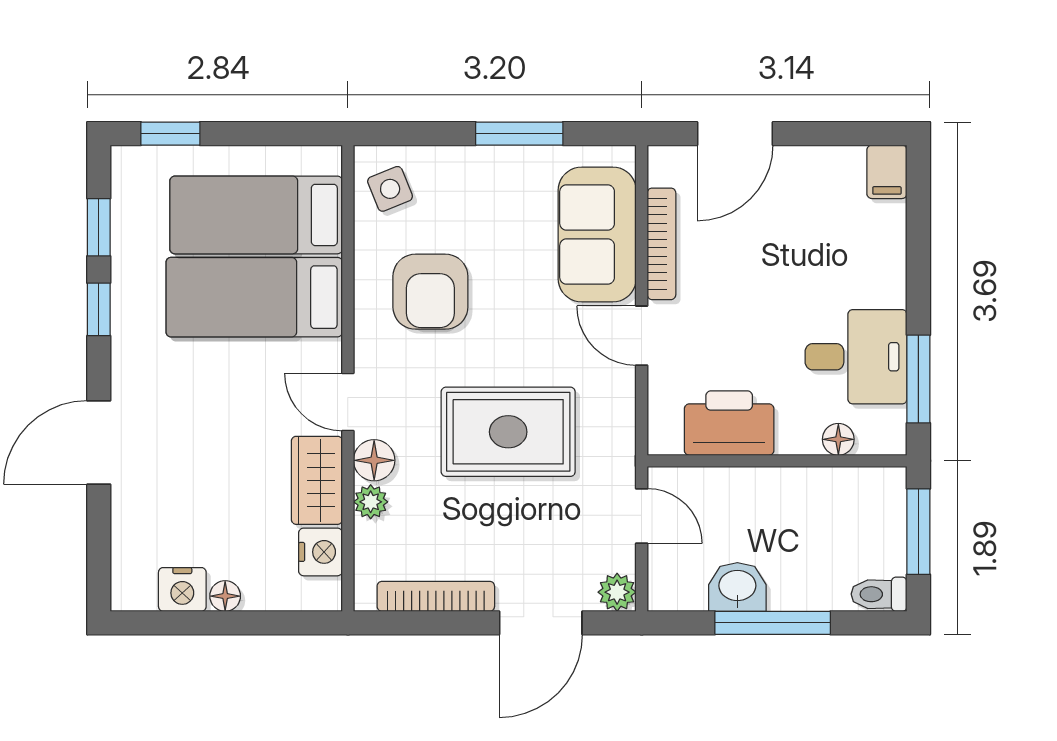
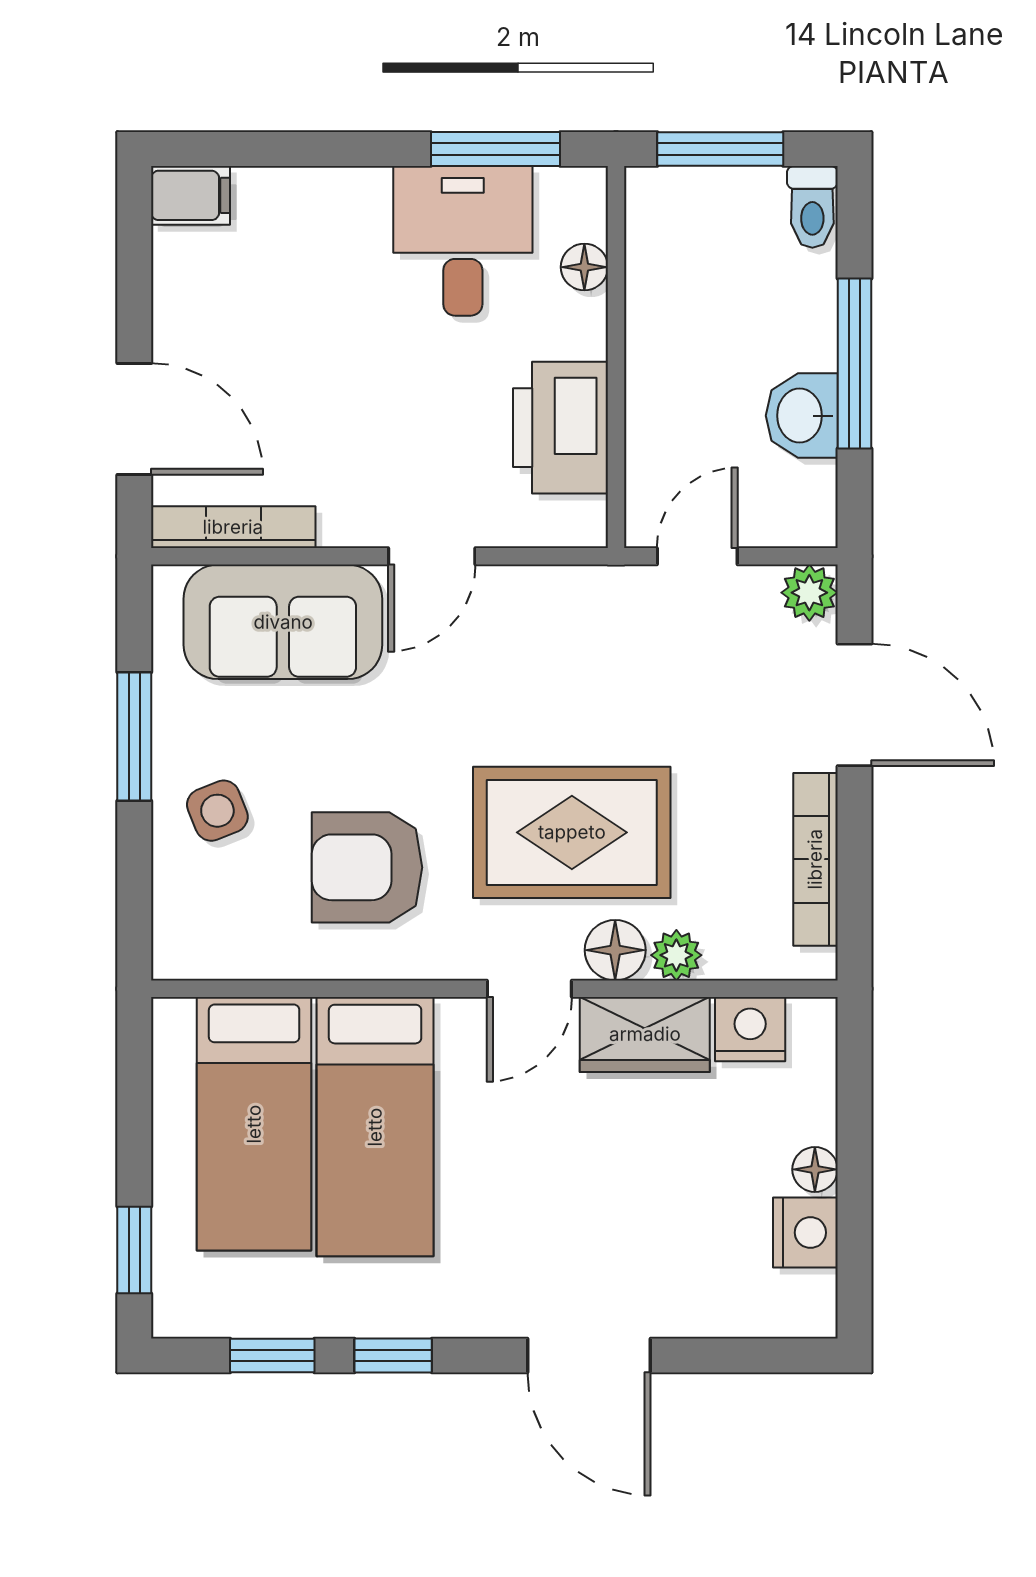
side table: (390, 189) -> (217, 811), moved
bookcase: (661, 244) -> (233, 527), moved
armchair: (430, 292) -> (367, 867), turned 180
rug: (508, 432) -> (572, 832), moved, turned 90

